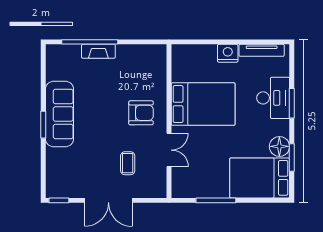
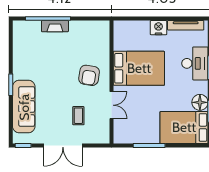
armchair: (141, 113) -> (89, 75), turned 99
sofa: (60, 114) -> (24, 107), moved

